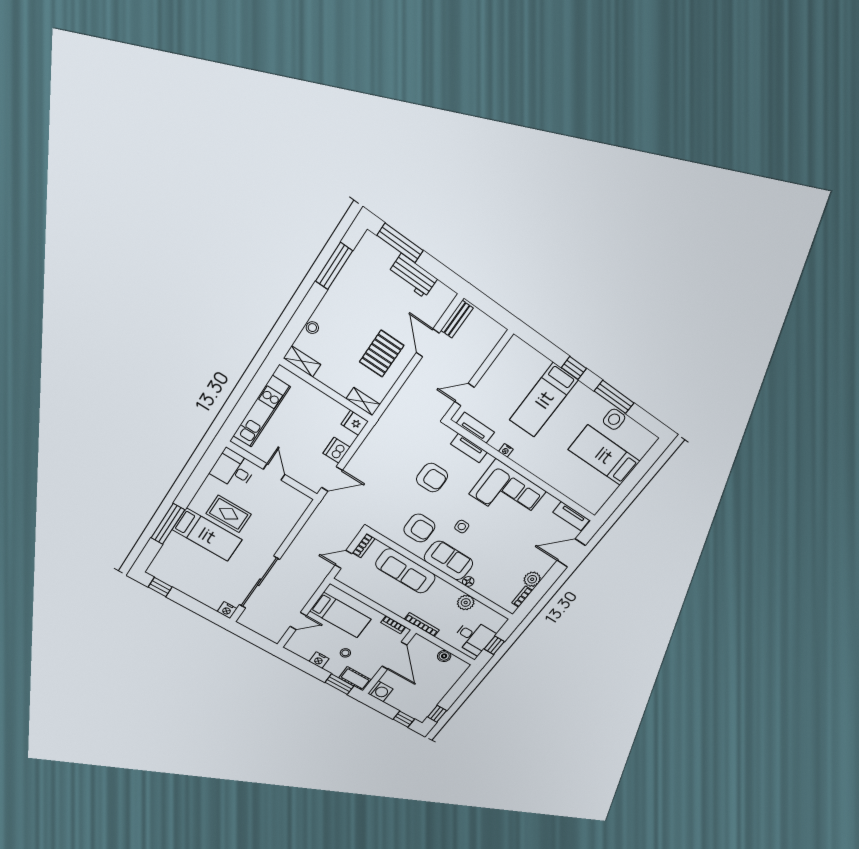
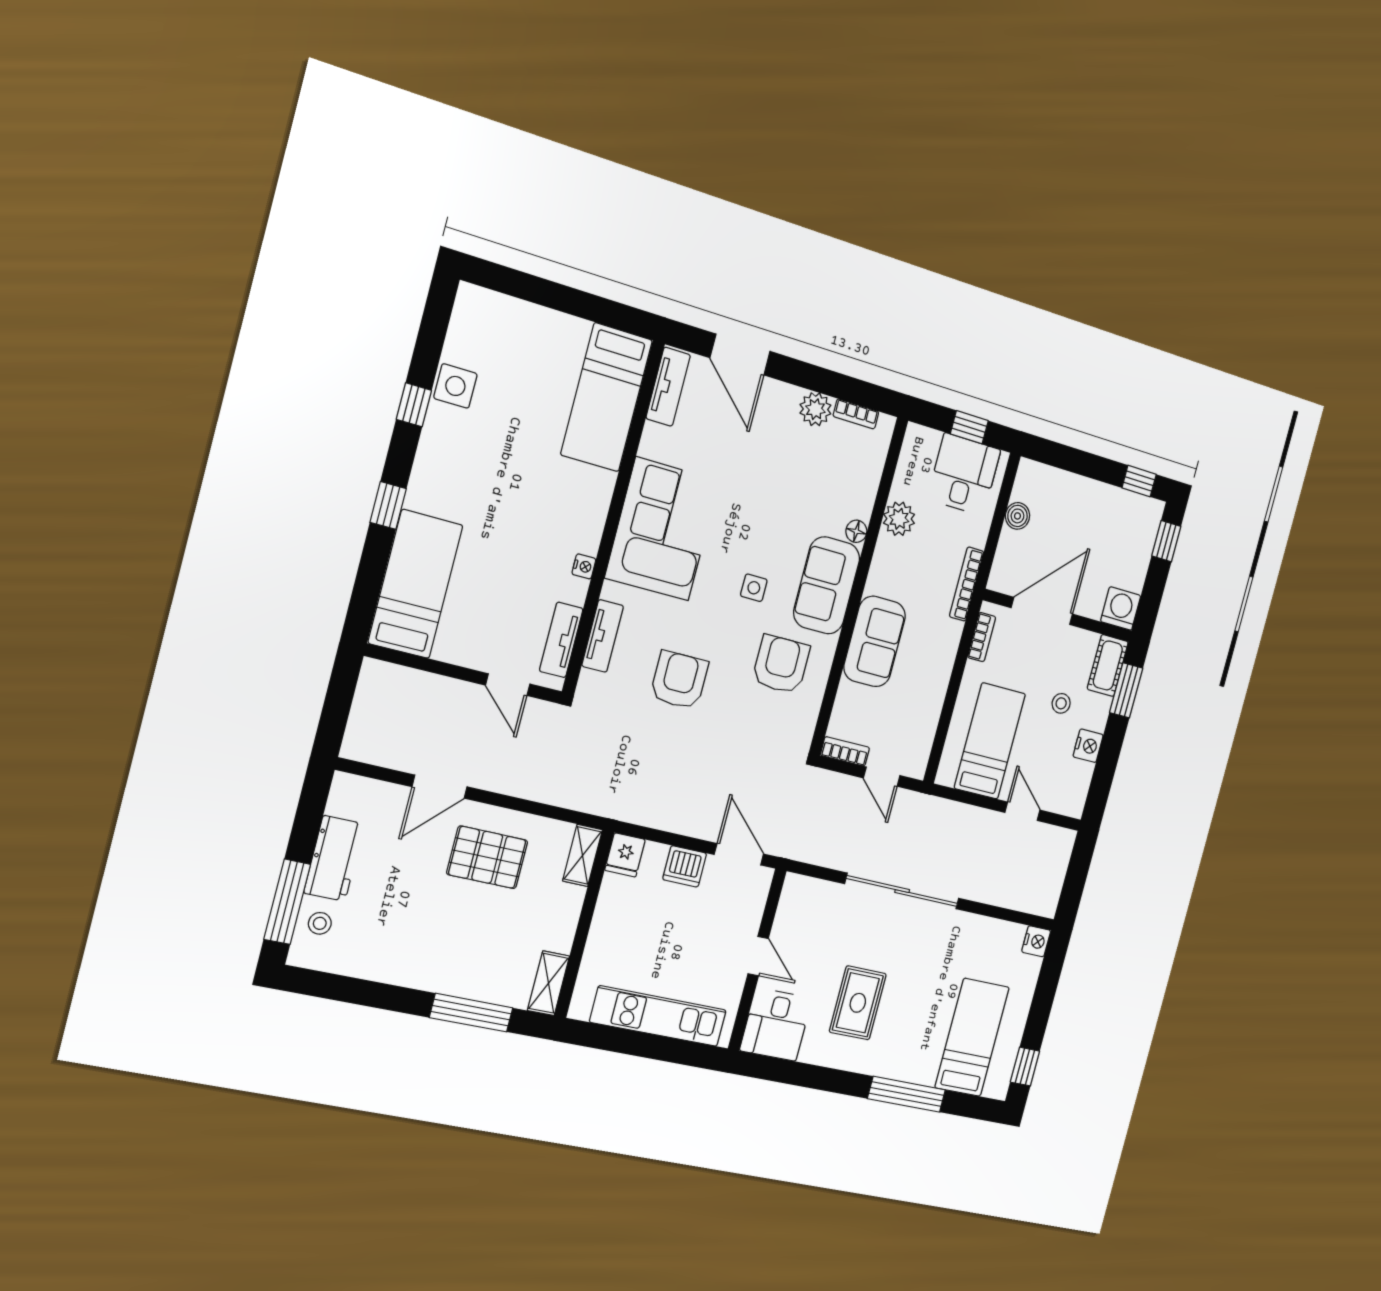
window: (334, 266) -> (471, 1013), moved
bench: (457, 319) -> (380, 753), removed
stool: (312, 328) -> (320, 923), moved
window: (614, 397) -> (414, 405), width x0.46
bed: (544, 400) -> (416, 584), moved, turned -90
bed: (604, 455) -> (606, 397), moved
door: (274, 472) -> (758, 956), swing flipped
bed: (207, 535) -> (972, 1037), moved
sofa: (405, 571) -> (875, 641), width x0.73
sliding door: (259, 582) -> (902, 891), moved

